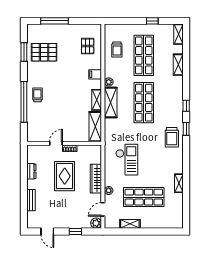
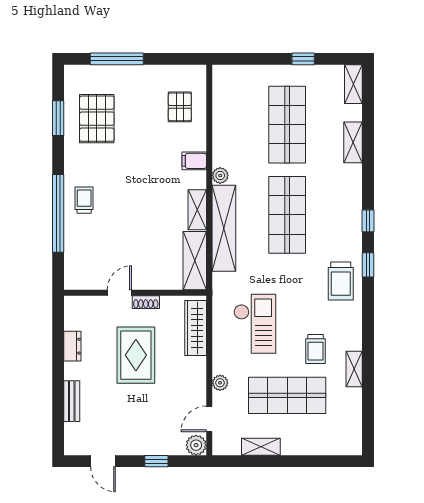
trolley: (117, 49) -> (316, 349), moved
pallet: (44, 52) -> (97, 119), turned 90
shelving: (111, 102) -> (224, 228), width x1.47
wardrobe: (96, 179) -> (196, 328), moved

